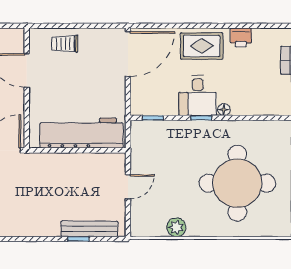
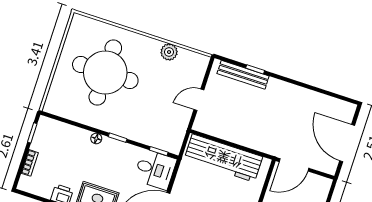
desk: (198, 96) -> (155, 169), moved, turned 90

